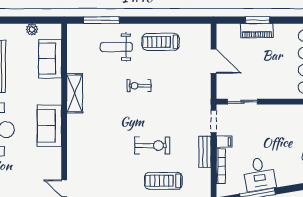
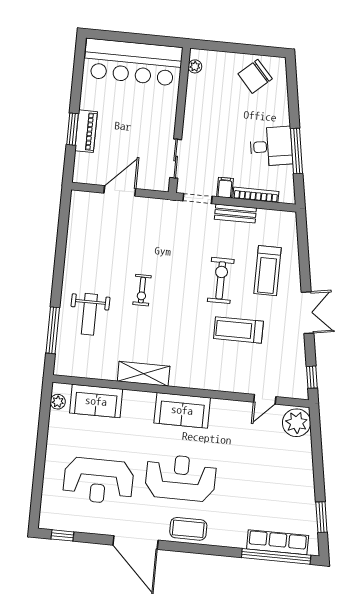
plant: (32, 29) -> (58, 402), moved
treadmill: (161, 42) -> (238, 330), moved, turned 90

